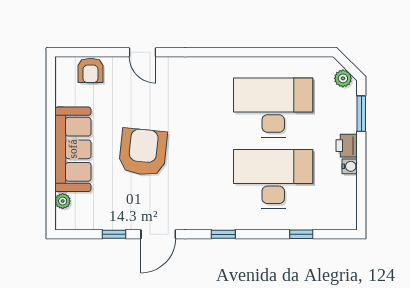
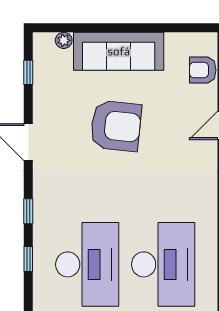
window: (114, 234) -> (28, 72), moved
window: (301, 234) -> (28, 259), moved

